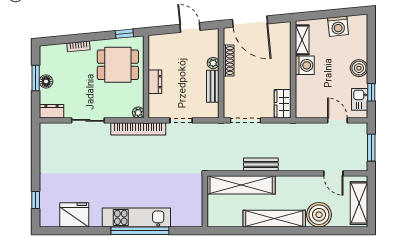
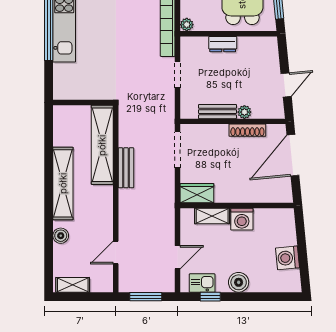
shelving: (302, 40) -> (212, 216), moved
shelving: (359, 203) -> (73, 285), width x0.67, depth x0.75
boiler: (319, 215) -> (61, 236), width x0.54, depth x0.54

